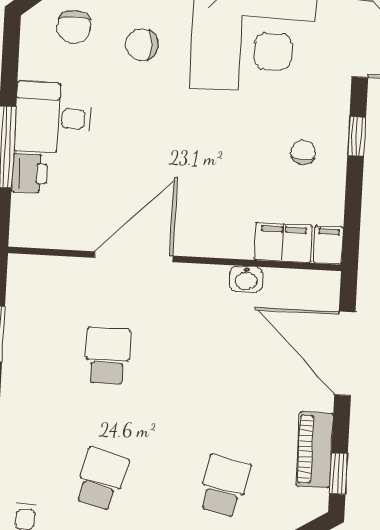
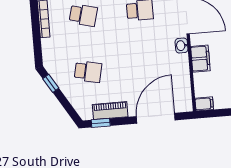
filing cabinet: (283, 243) -> (200, 59), moved
washbasin: (246, 279) -> (181, 46), moved

